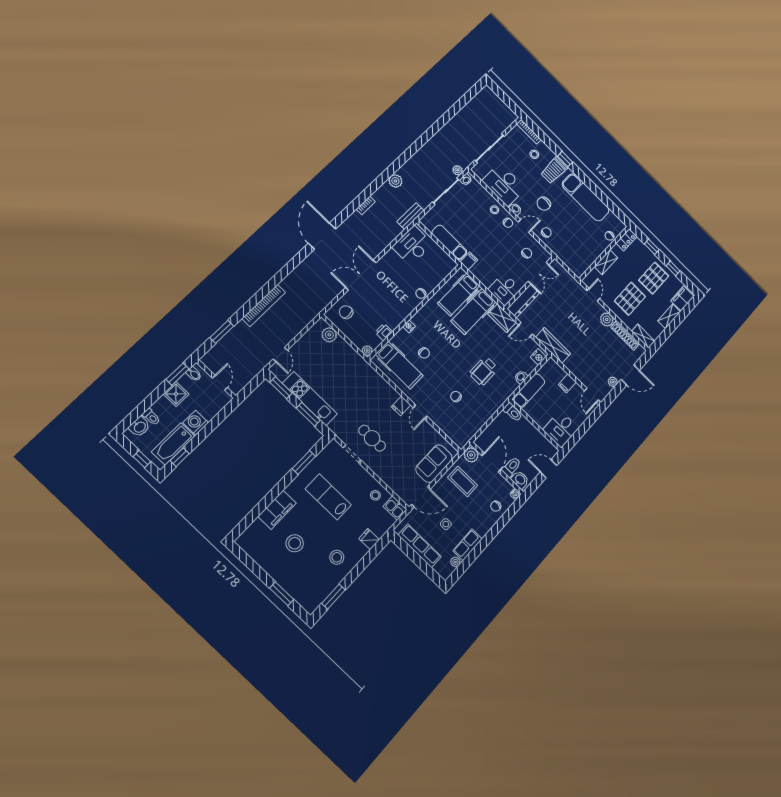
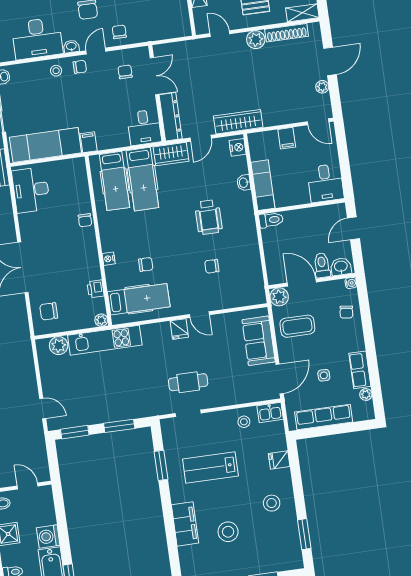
exam couch: (449, 242) -> (45, 145), width x1.36, depth x1.45
kitchen unit: (310, 399) -> (105, 340), moved, turned 180

